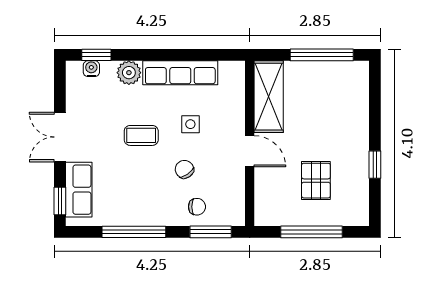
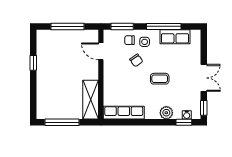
row of seats: (180, 73) -> (124, 113), moved
side table: (190, 124) -> (145, 42), moved
door: (250, 151) -> (101, 51), moved
pallet: (316, 181) -> (65, 54), removed
row of seats: (79, 190) -> (175, 37), moved, turned -90
window: (60, 201) -> (204, 108), moved

